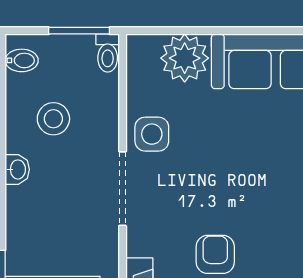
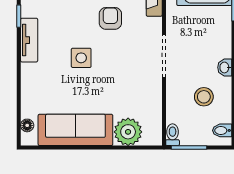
side table: (152, 134) -> (81, 58), moved
armchair: (215, 254) -> (110, 18), turned 180

